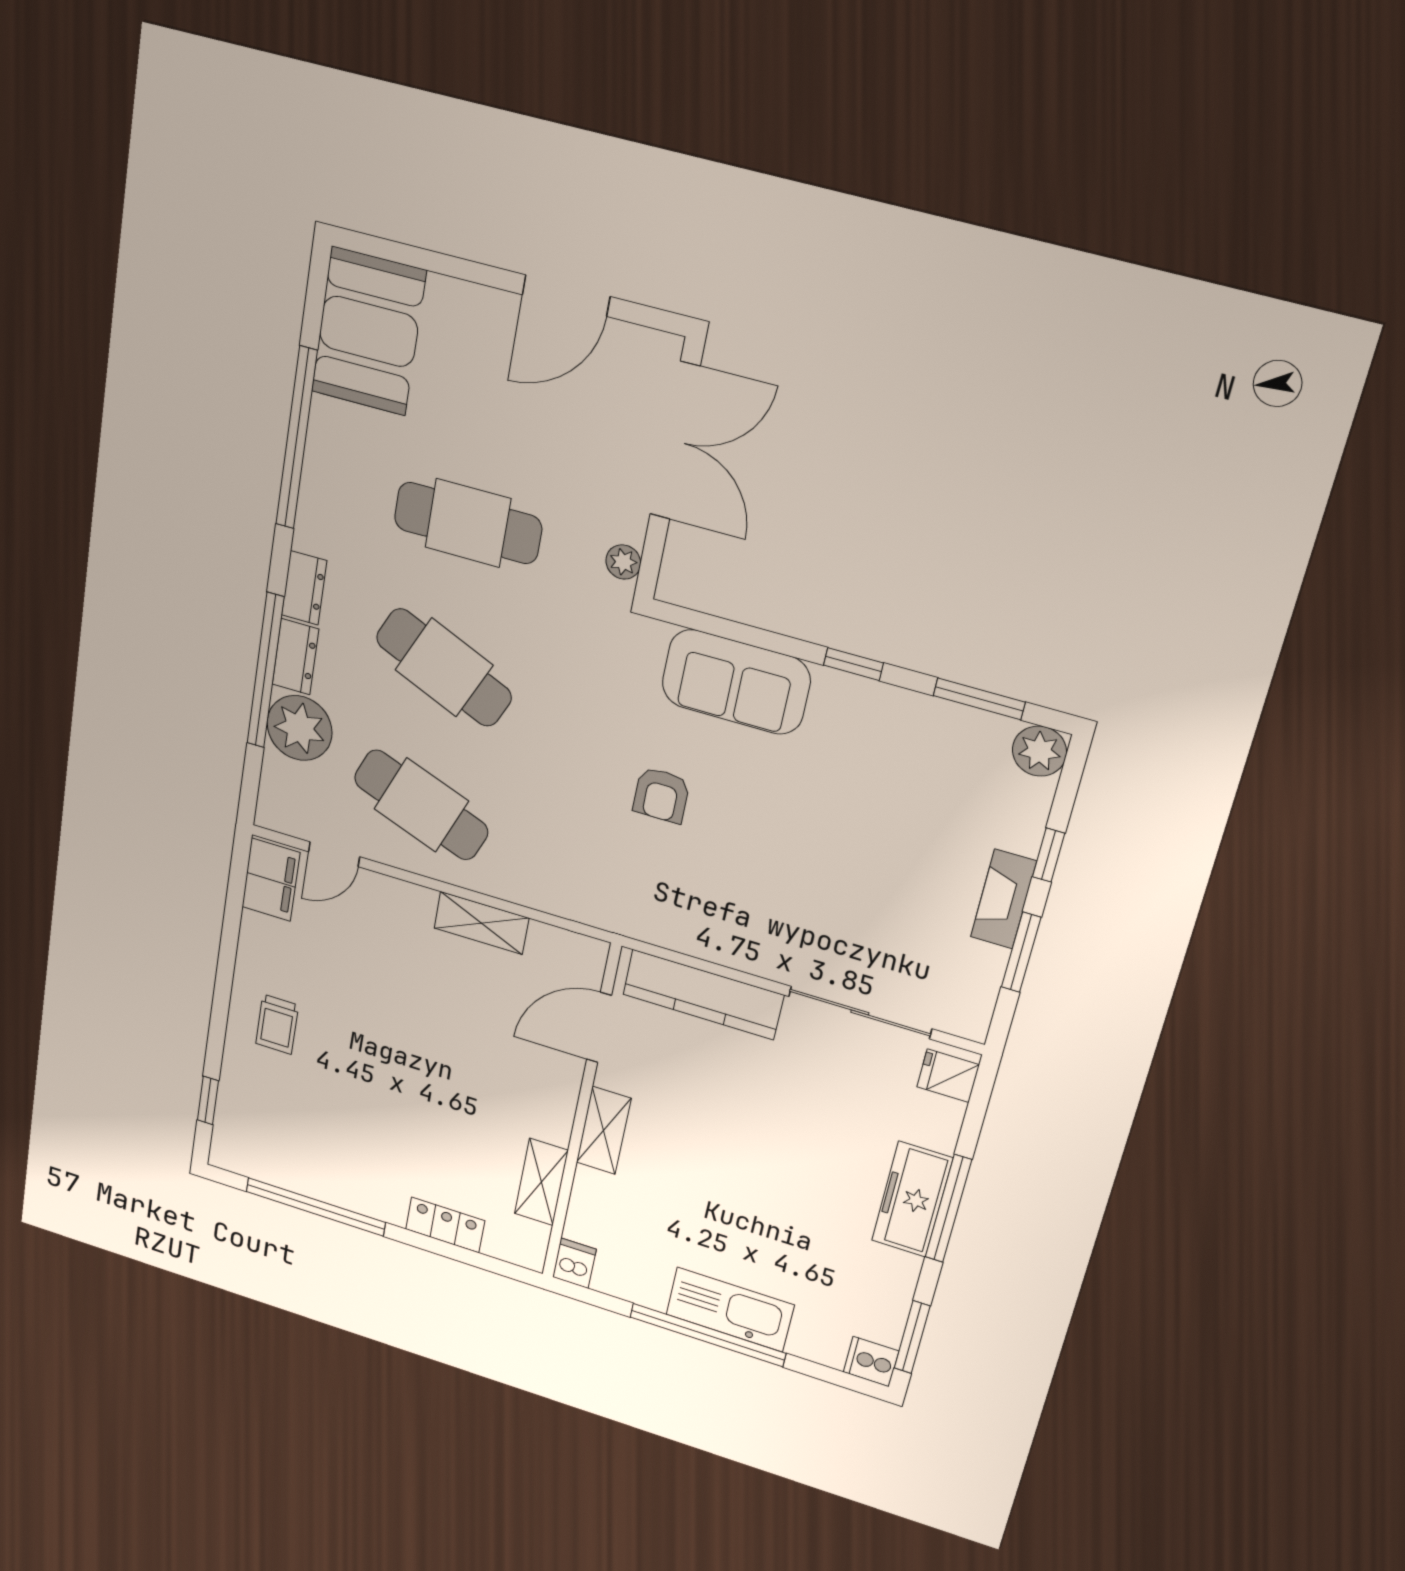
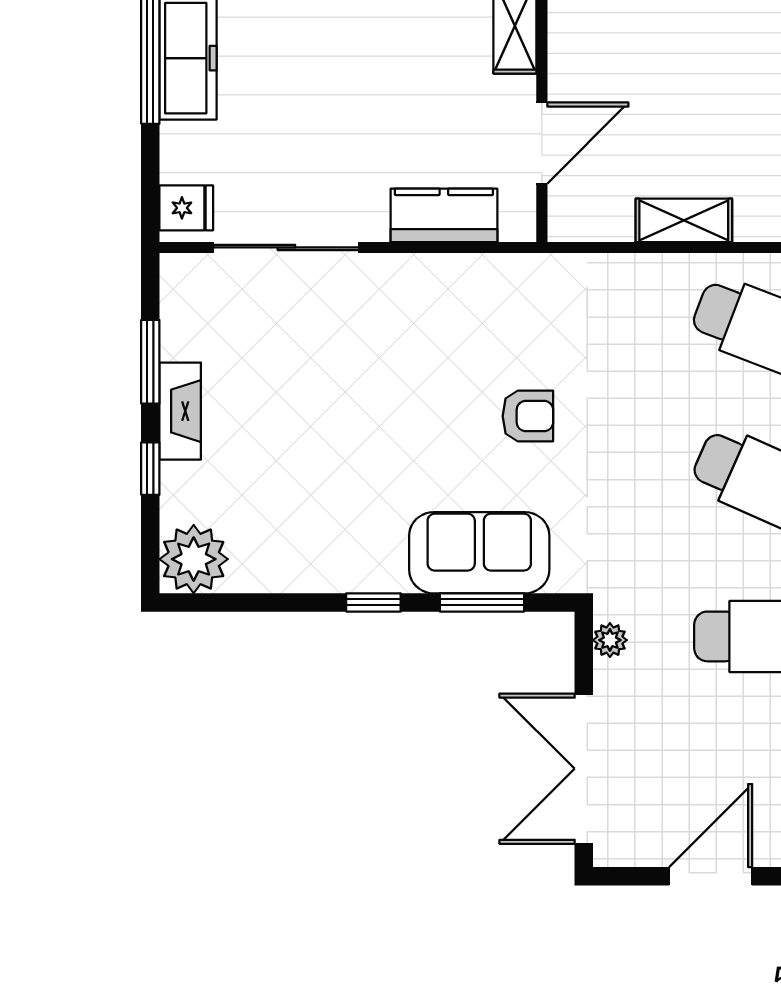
window: (979, 699) -> (482, 602), moved
plant: (1039, 751) -> (194, 559), width x1.36, depth x1.36
armchair: (661, 795) -> (528, 416), turned 90
kitchen counter: (703, 995) -> (444, 215), width x0.67

